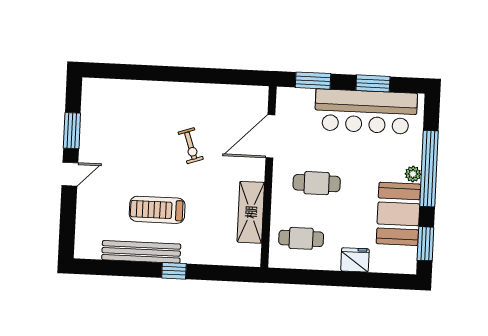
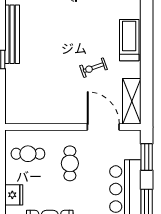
treadmill: (157, 210) -> (129, 40), moved
shelving: (251, 212) -> (132, 101), moved, turned 90
cafe table: (301, 238) -> (28, 154), turned 90

